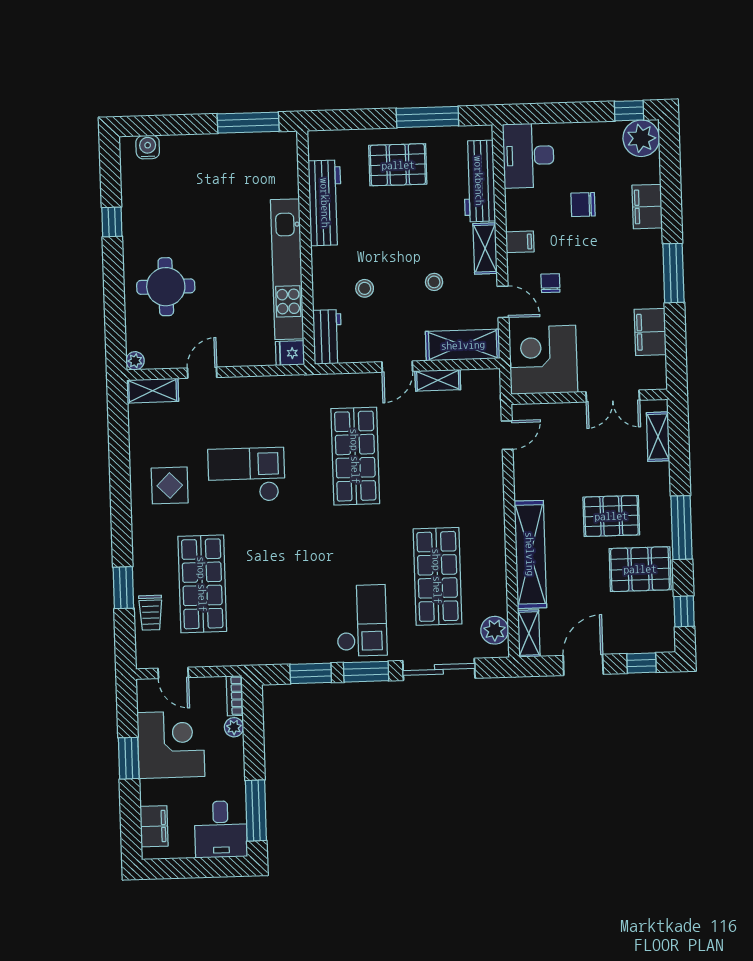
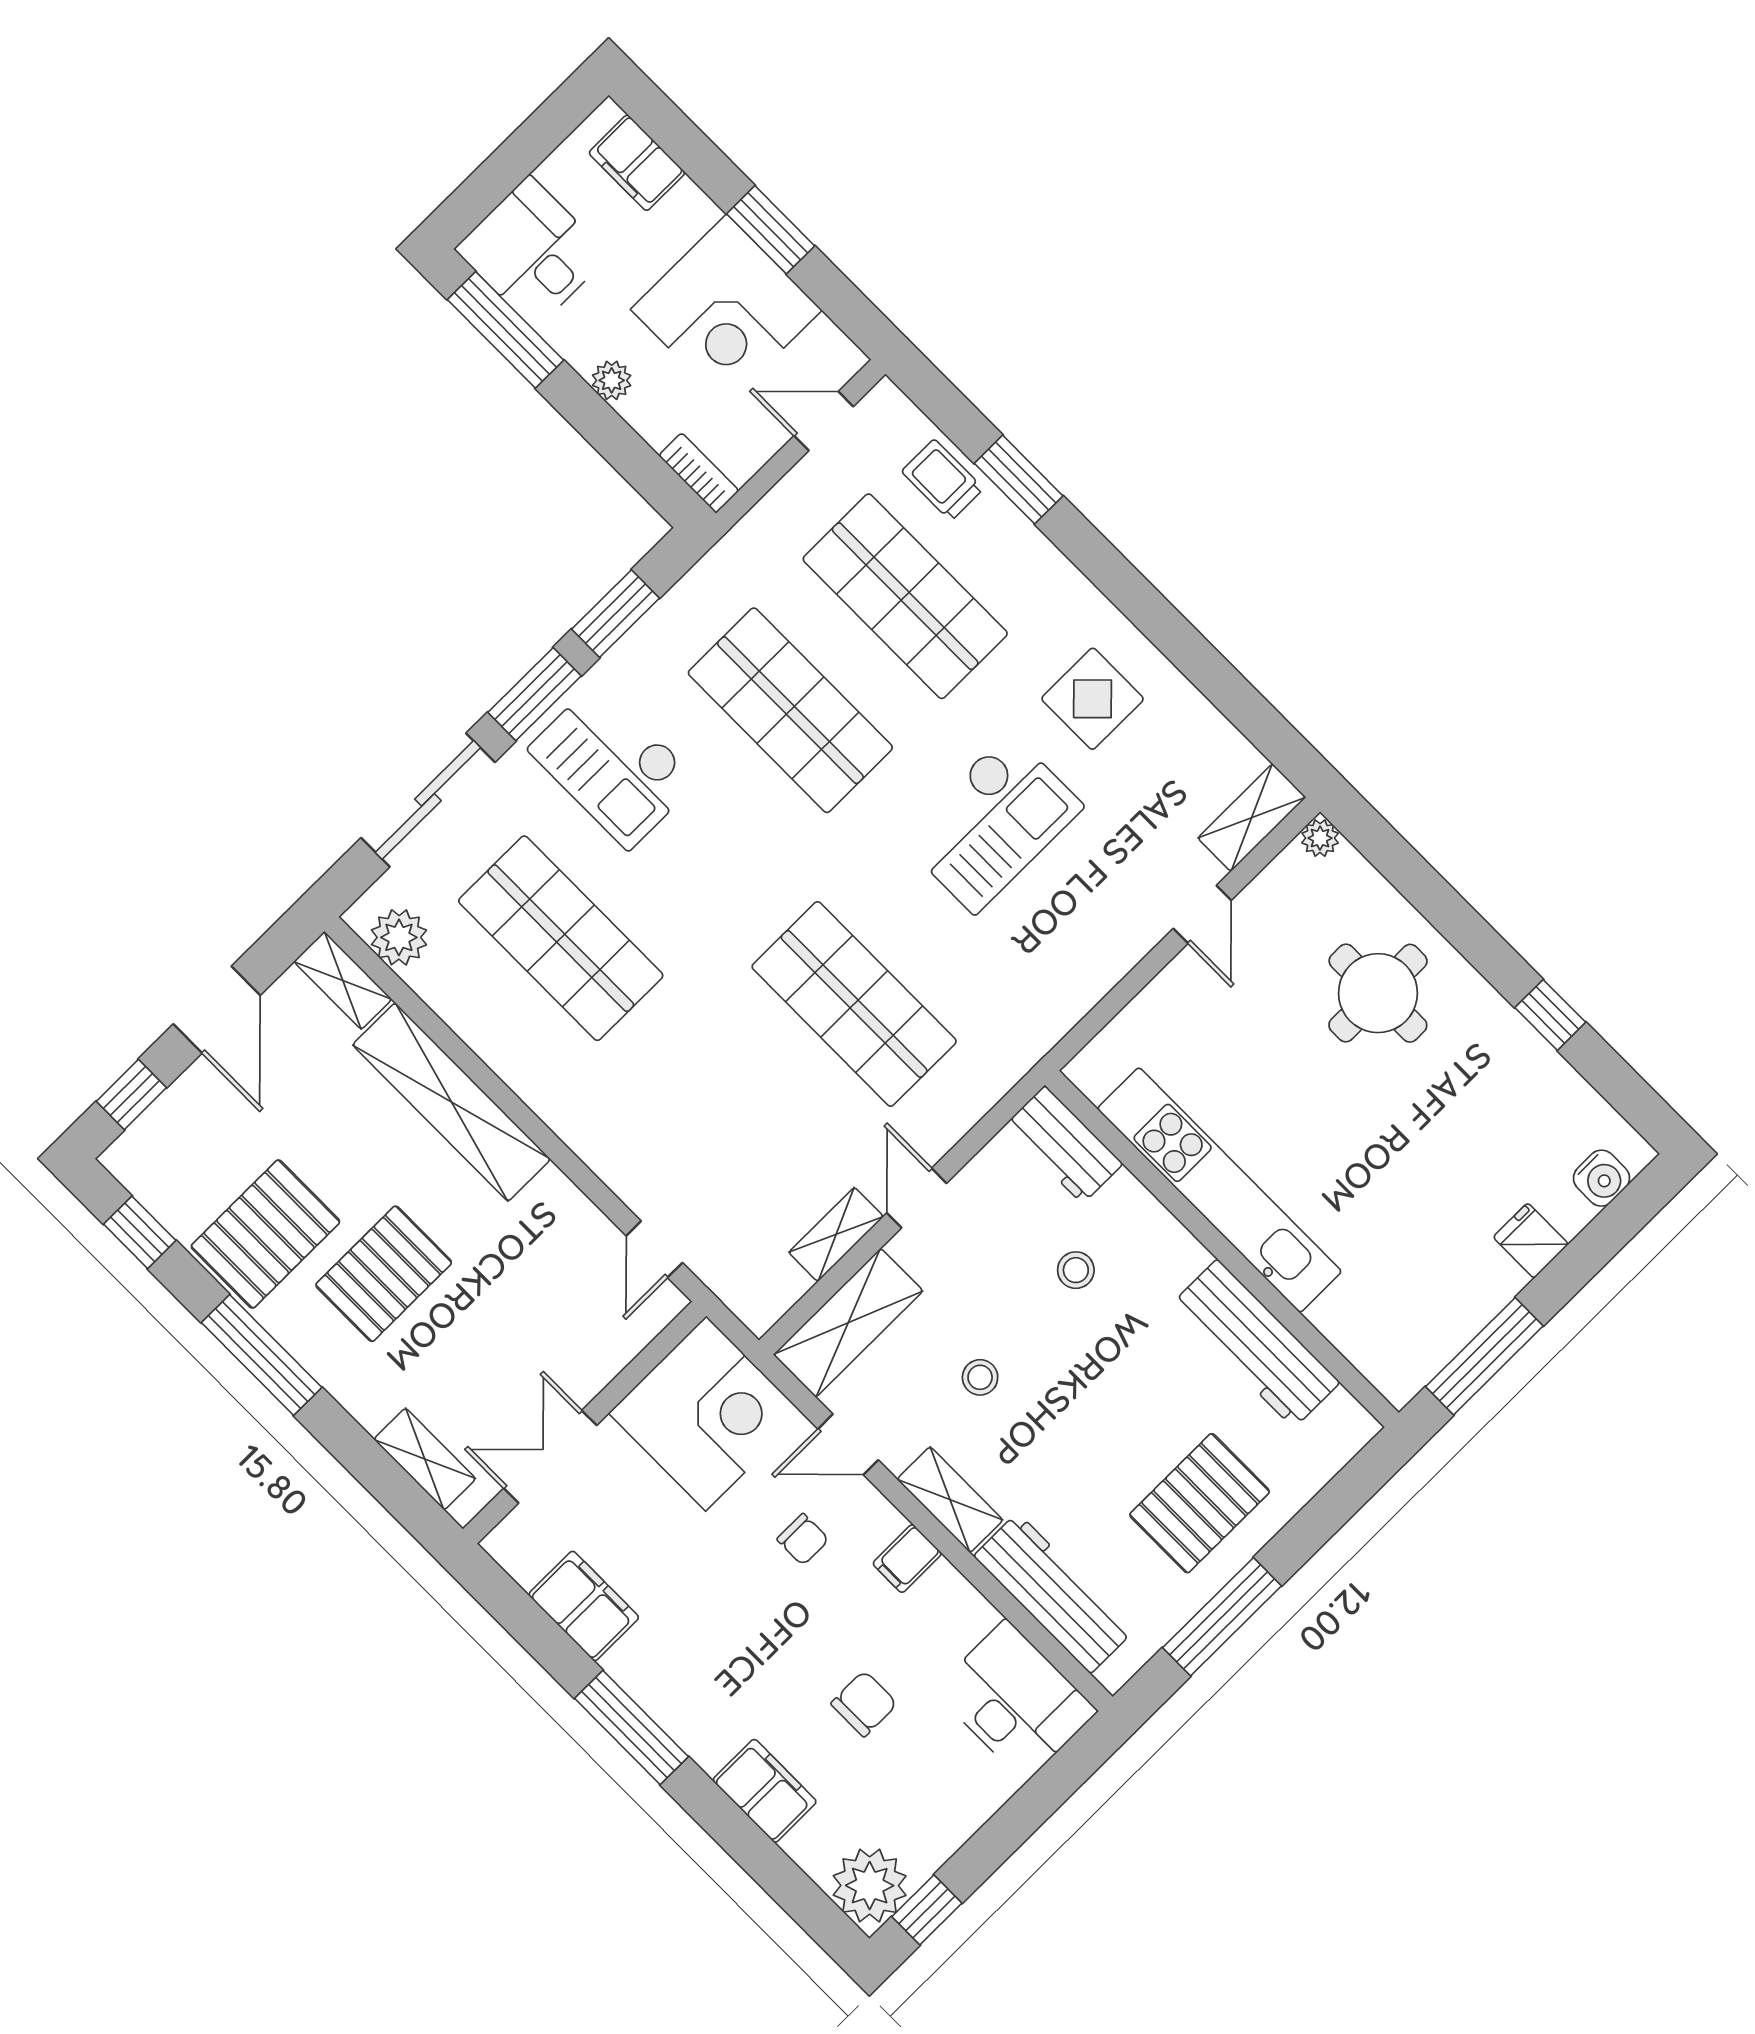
fridge: (290, 353) -> (1531, 1241), moved, turned -90
shop shelf: (281, 581) -> (790, 710), added
plant: (234, 727) -> (612, 380), moved

